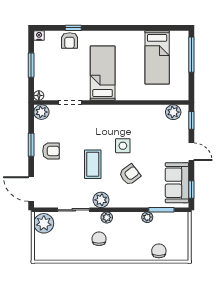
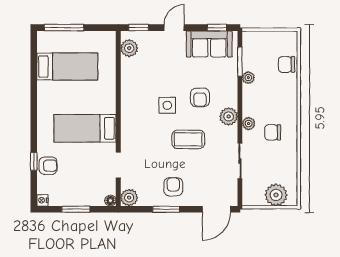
armchair: (130, 175) -> (200, 97), turned -143
plant: (101, 200) -> (229, 116), moved
plant: (44, 223) -> (276, 195), moved

